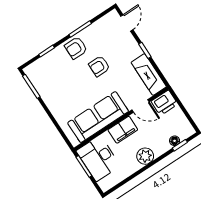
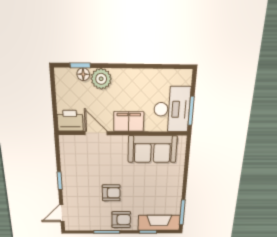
fireplace: (149, 75) -> (159, 223), moved, turned -90
sofa: (98, 117) -> (152, 149), width x0.73
plant: (145, 156) -> (101, 79), moved

